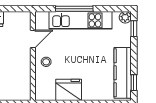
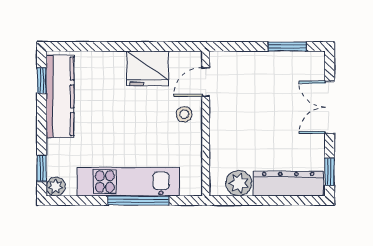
plant: (12, 19) -> (239, 183), added
door: (33, 39) -> (206, 82), moved

